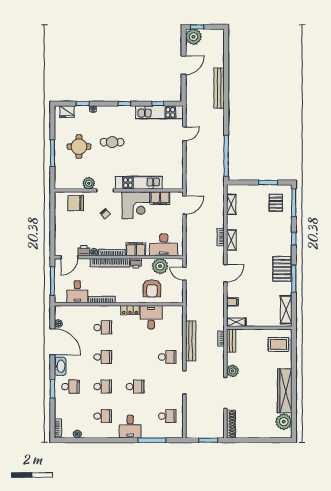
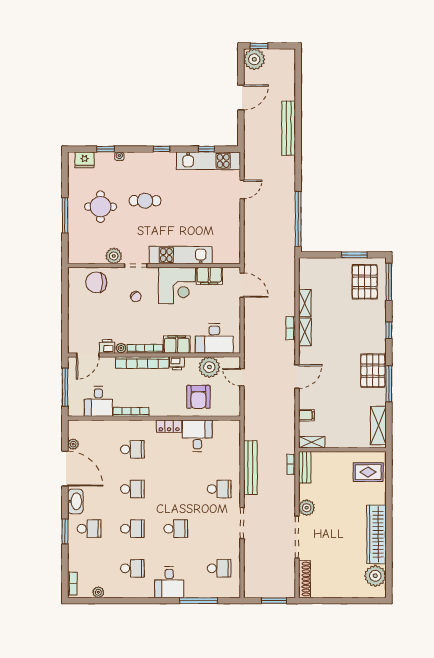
pallet: (276, 203) -> (365, 282), width x1.50, depth x1.42
shelving: (231, 204) -> (305, 303), moved
door: (184, 205) -> (242, 285), hinge flipped

